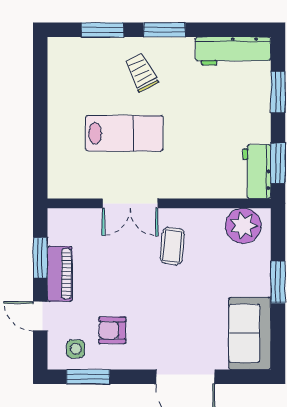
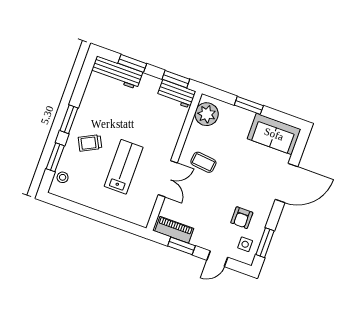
stool: (77, 51) -> (63, 177), added
workbench: (233, 51) -> (117, 73), moved, turned 90
piano: (60, 274) -> (174, 230), moved

